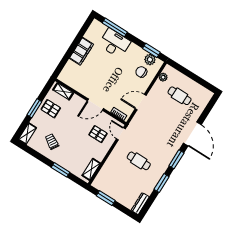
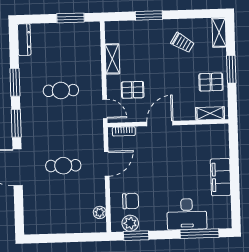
cafe table: (180, 96) -> (63, 166), moved
shelving: (91, 169) -> (112, 59), moved

